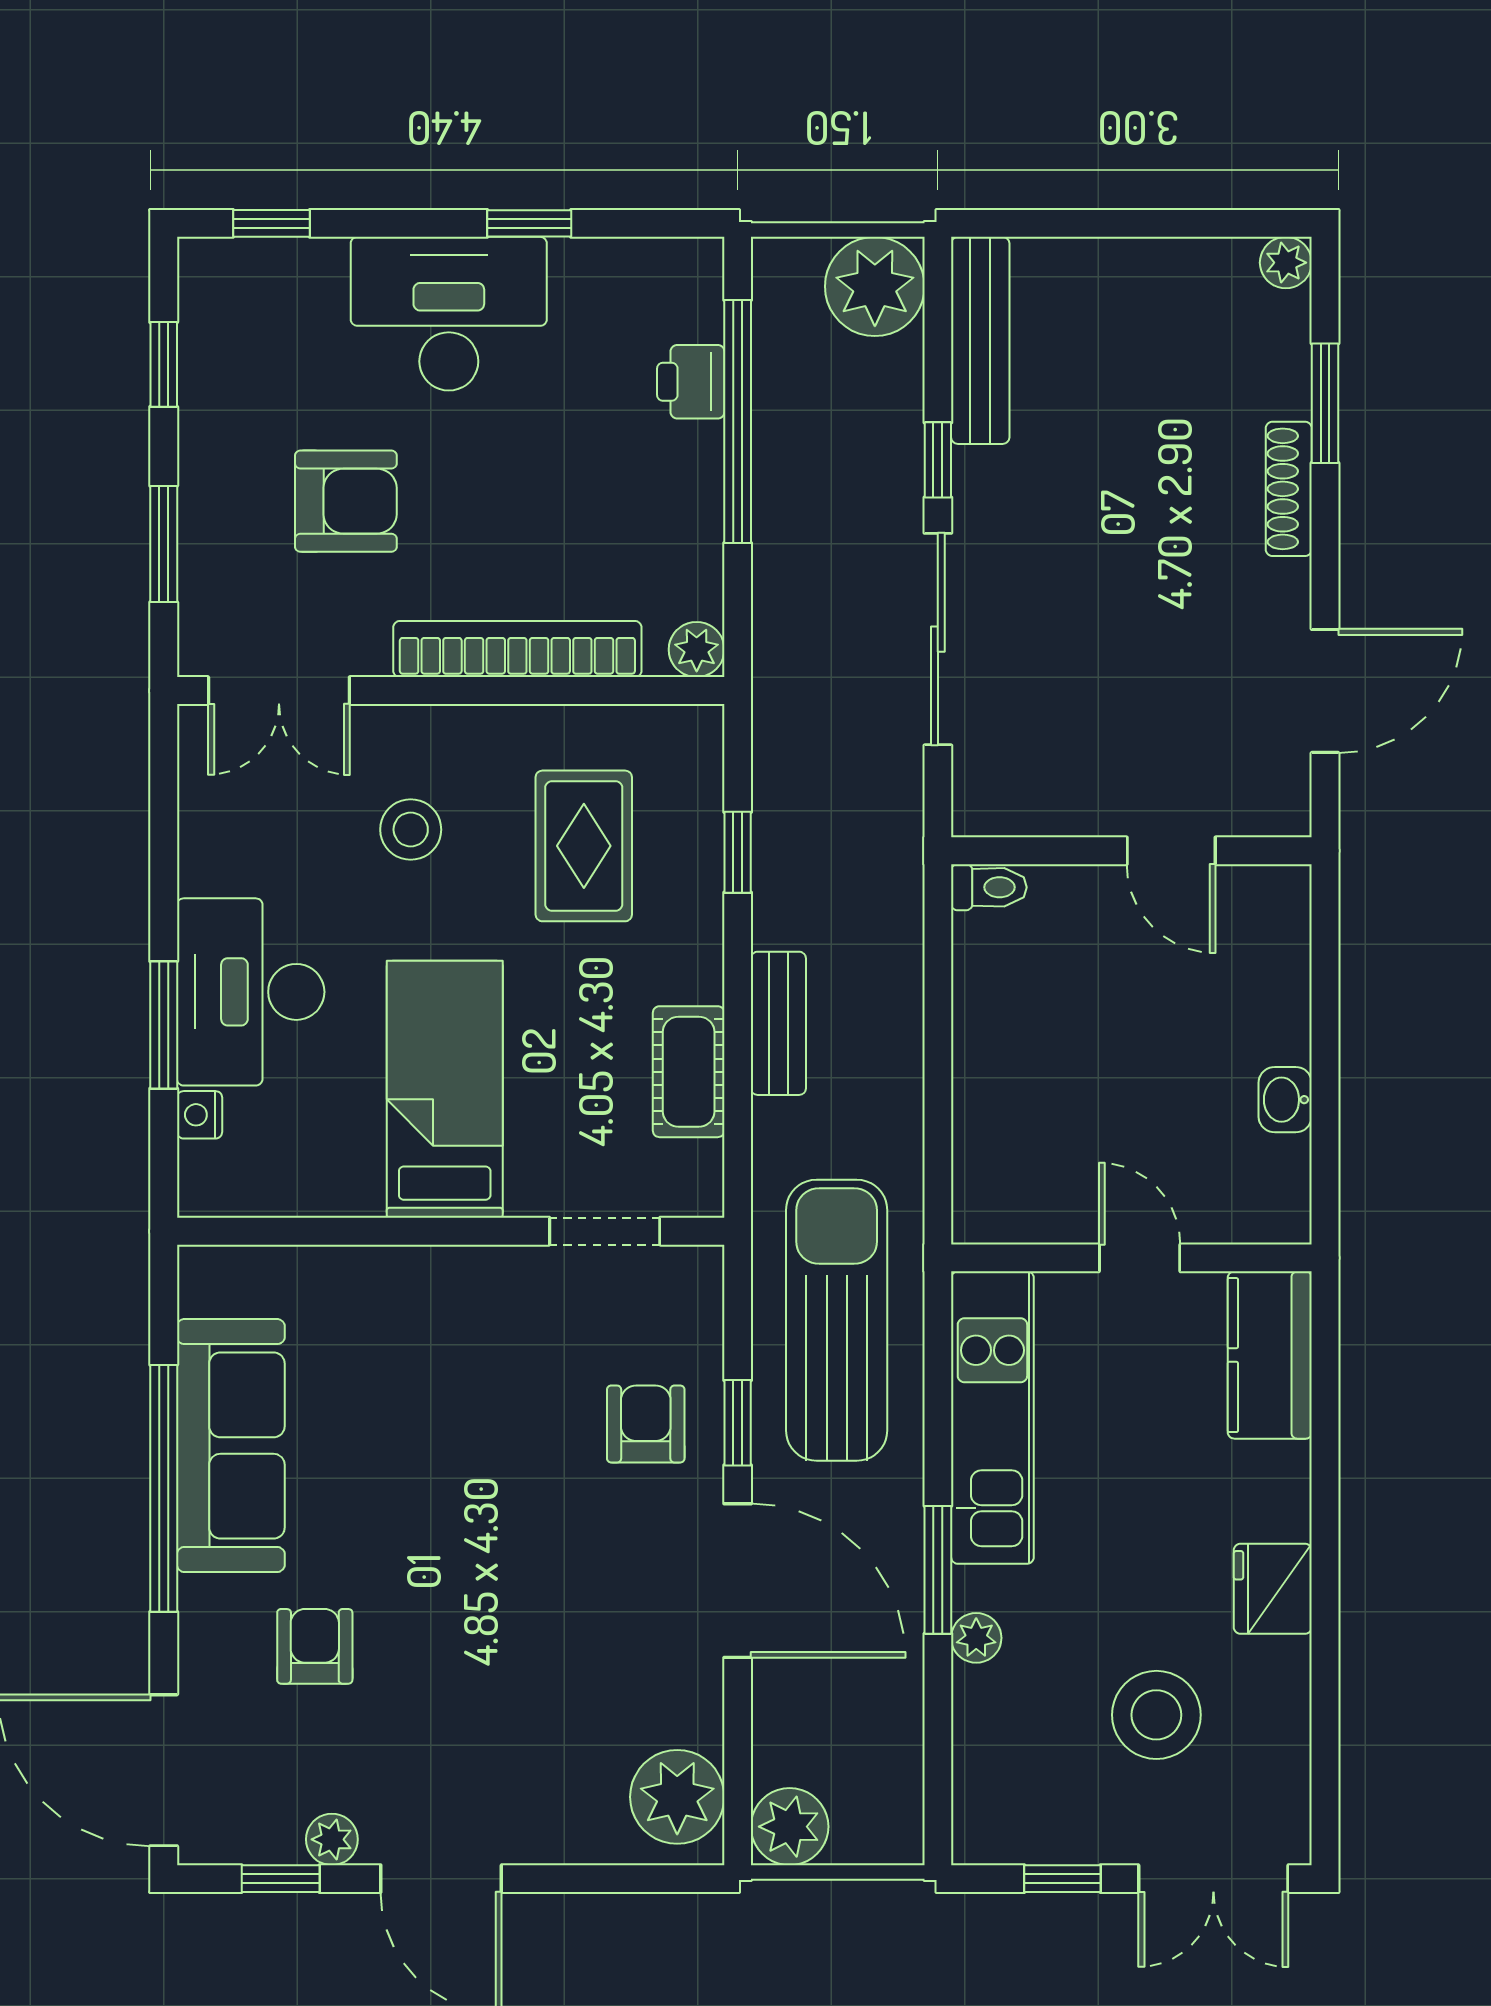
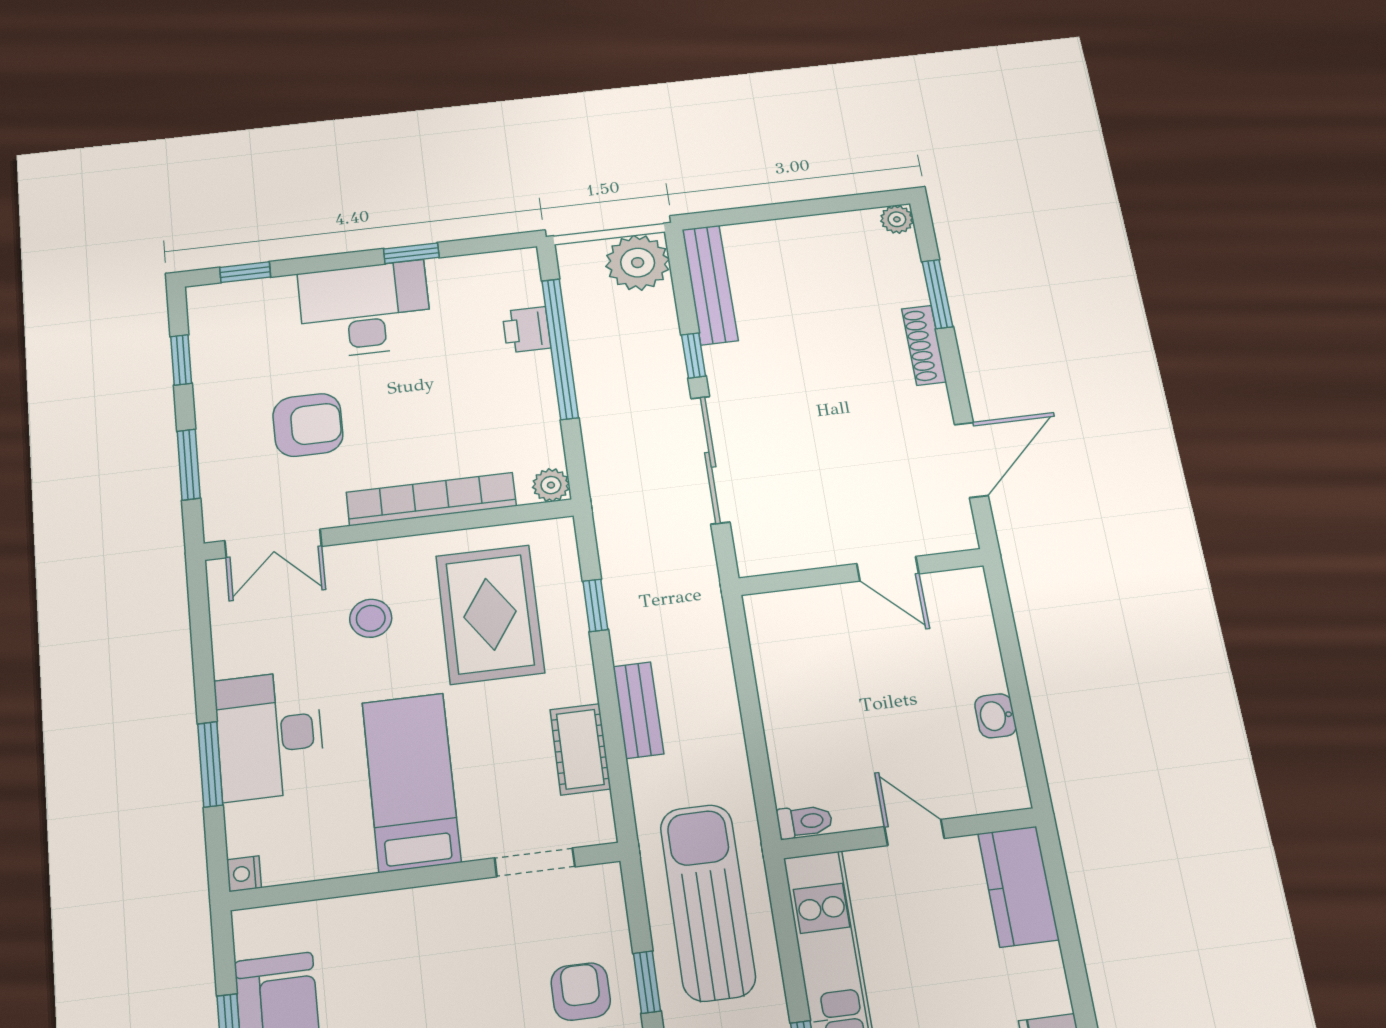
rug: (584, 846) -> (490, 614), width x1.36, depth x1.43
toilet: (989, 887) -> (805, 821), moved
nightstand: (200, 1115) -> (244, 874), moved

